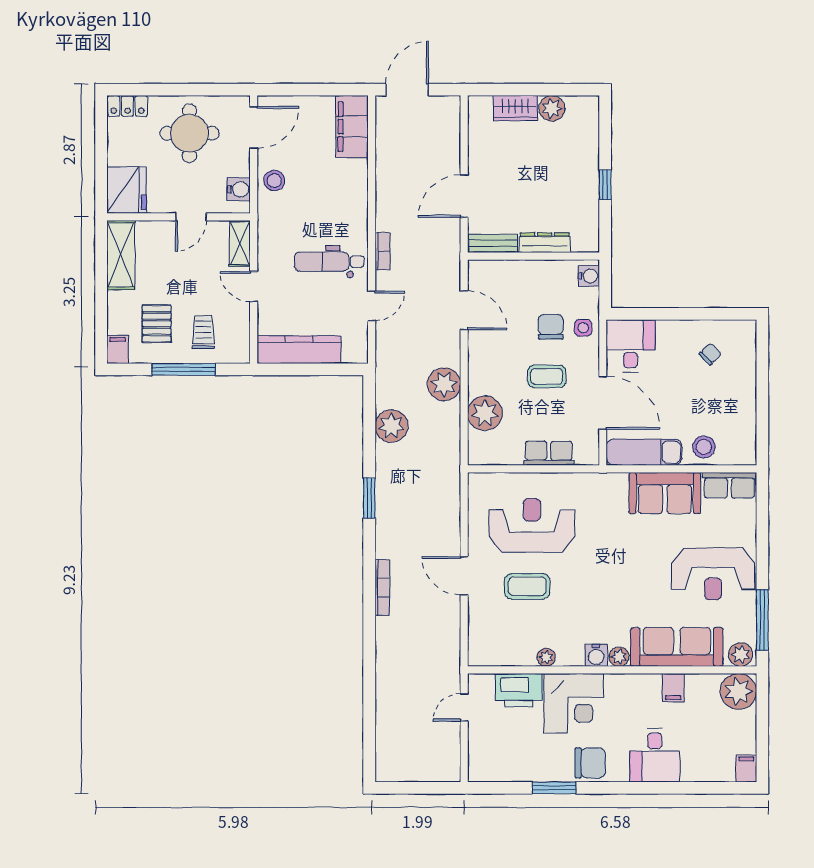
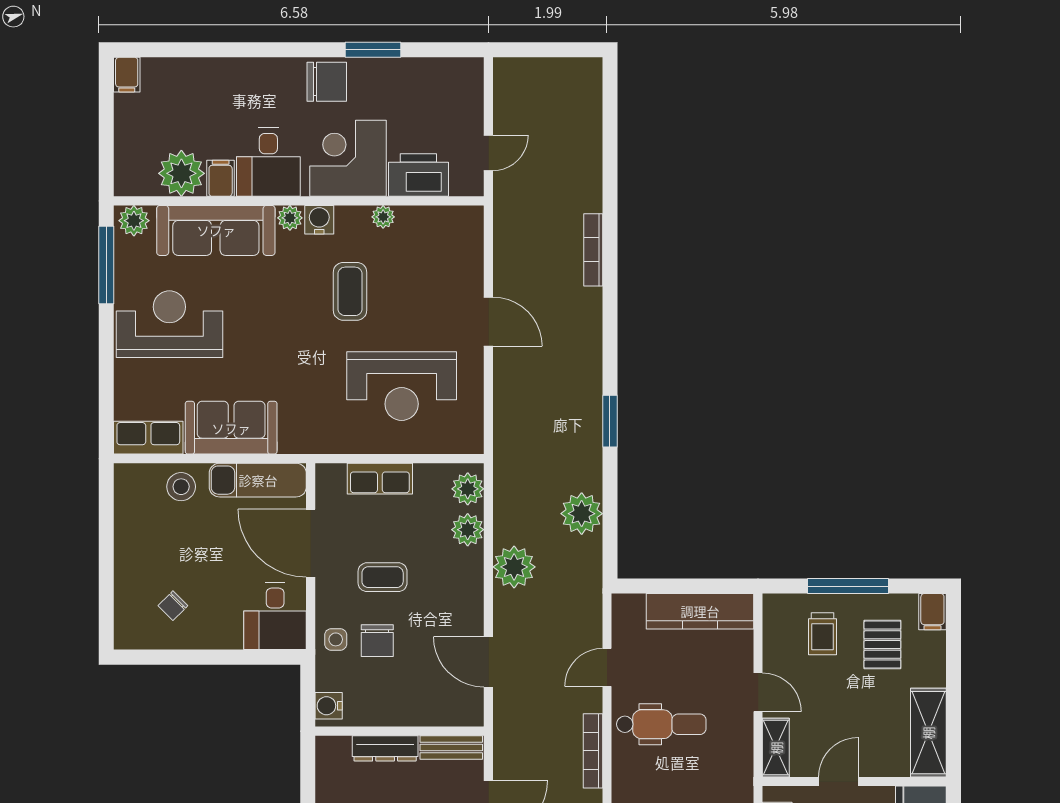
bookcase: (383, 251) -> (593, 751), width x1.56
plant: (485, 413) -> (468, 530), width x0.73, depth x0.73
plant: (480, 445) -> (468, 489), added
coffee table: (527, 586) -> (350, 291), moved, turned 90
bookcase: (382, 588) -> (593, 250), moved
plant: (738, 691) -> (181, 173), moved
desk: (655, 755) -> (268, 162), moved, turned 180
chair: (590, 763) -> (327, 82), turned 180

